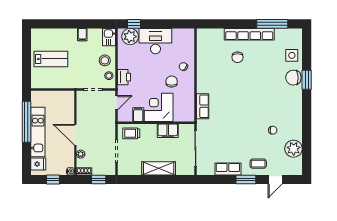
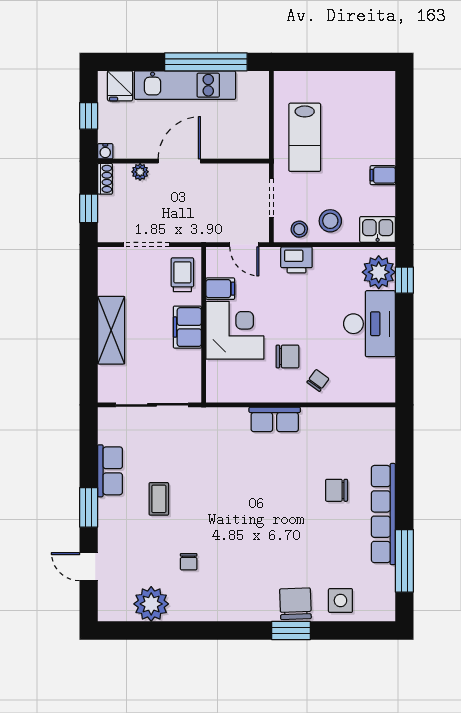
lab bench: (51, 59) -> (305, 137), moved
row of seats: (203, 106) -> (275, 419), moved
filing cabinet: (168, 131) -> (187, 327), moved
coffee table: (258, 164) -> (159, 499), moved

